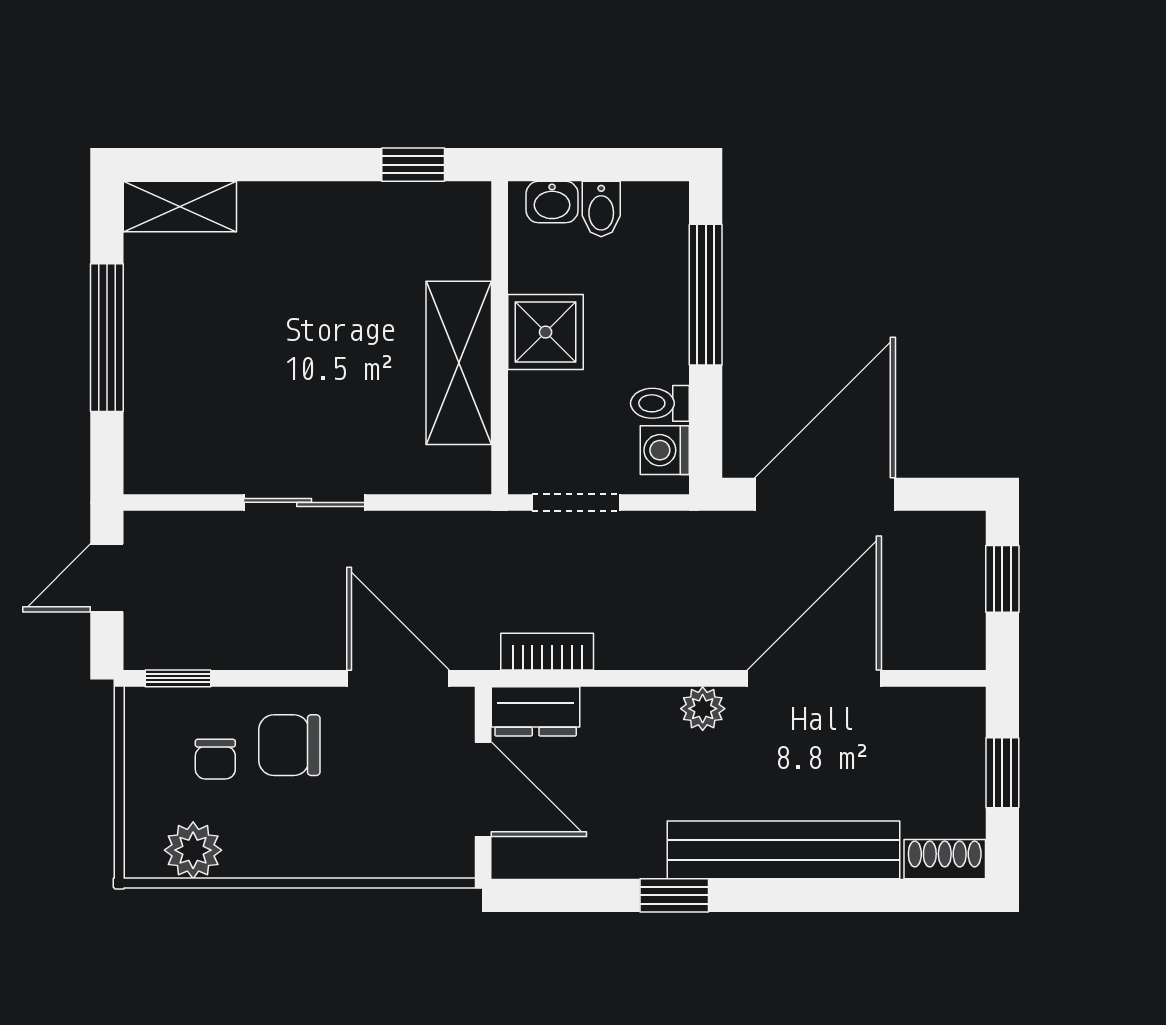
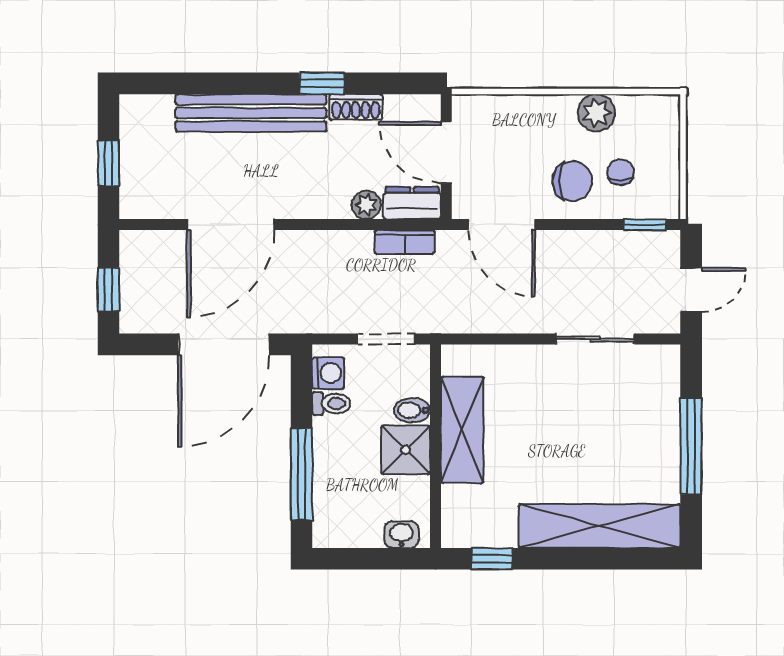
shelving: (180, 207) -> (600, 526), width x2.20, depth x1.33
bidet: (601, 209) -> (412, 410), moved, turned -90
sliding door: (304, 502) -> (595, 339), moved
plant: (703, 709) -> (366, 205), moved
plant: (193, 850) -> (596, 113), moved
shoe rack: (945, 859) -> (356, 107), moved

